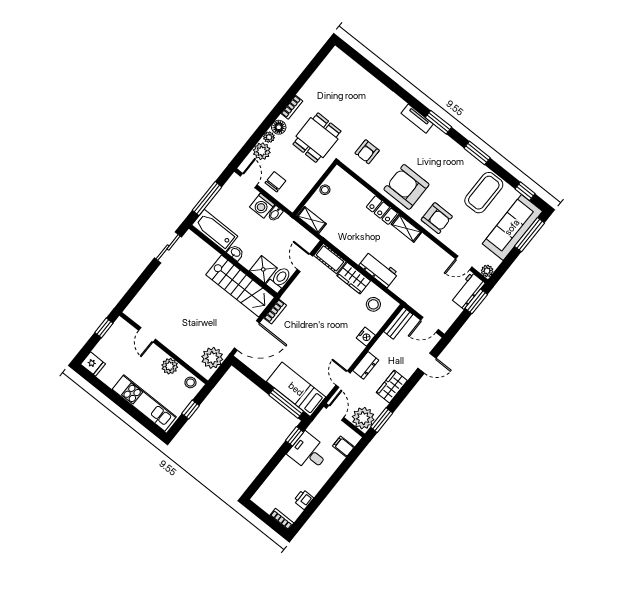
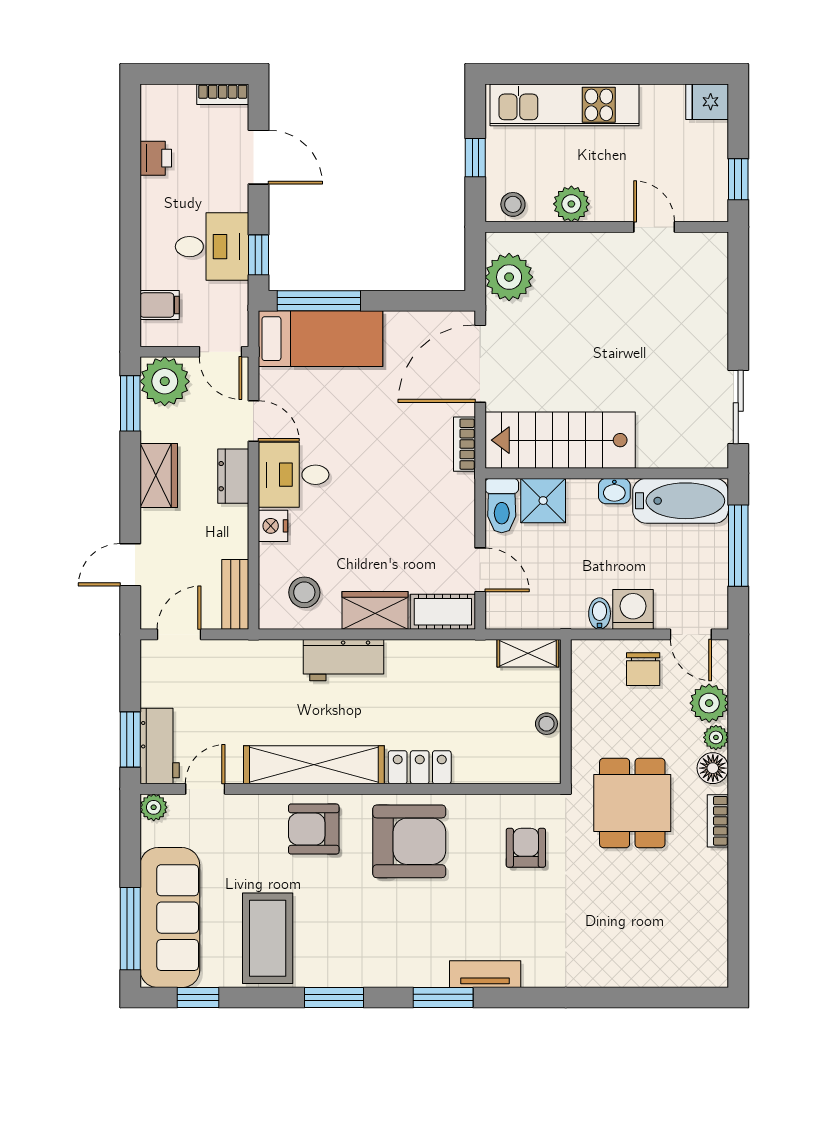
shelving: (406, 228) -> (314, 765), width x2.20, depth x1.33
desk: (344, 349) -> (294, 475), added
door: (267, 471) -> (258, 157), added
bookcase: (282, 519) -> (223, 94), moved

